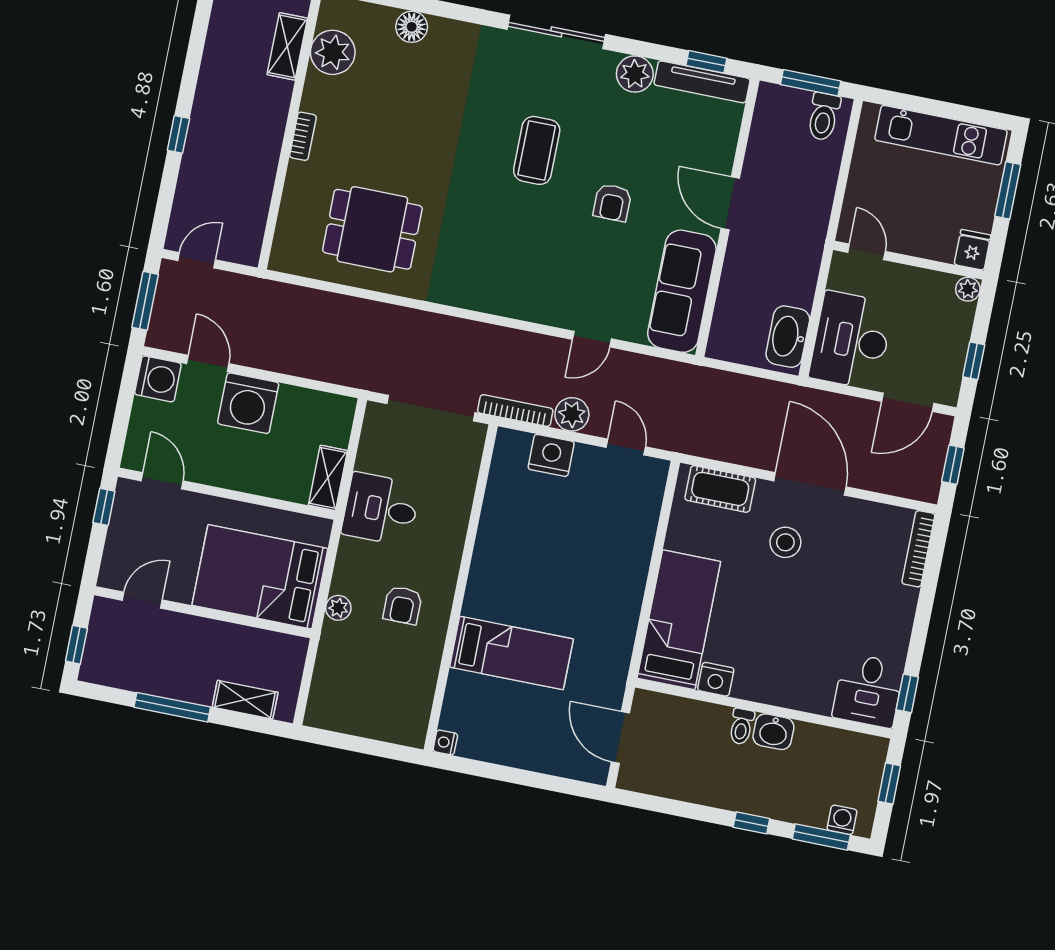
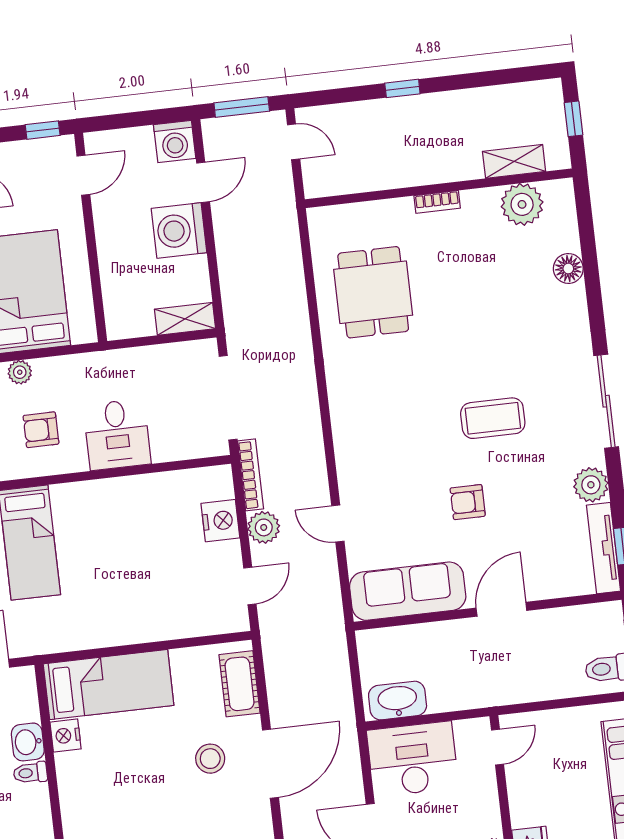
shelving: (328, 478) -> (185, 319), moved
desk: (381, 509) -> (117, 434), moved, turned 180
washbasin: (773, 732) -> (28, 742), moved

